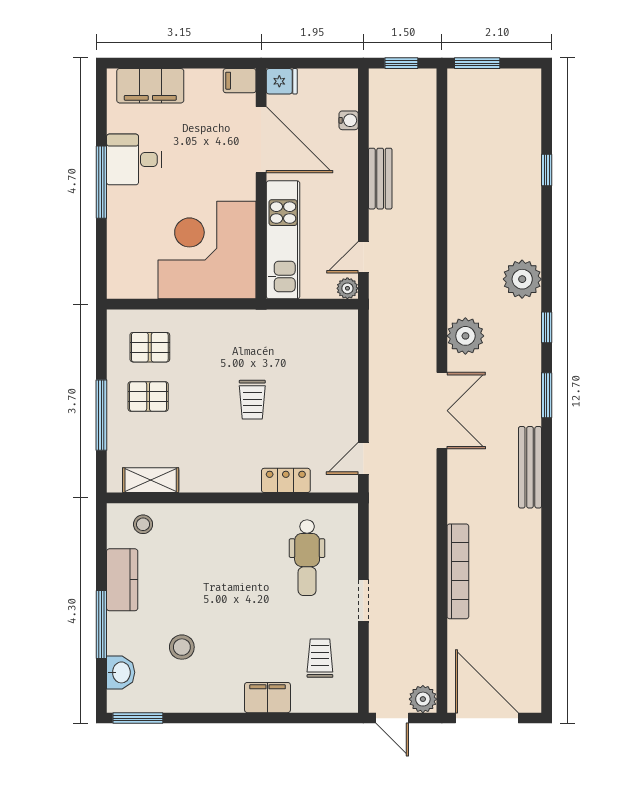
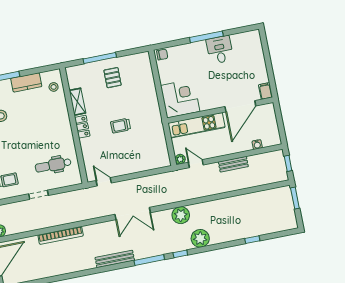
fridge: (282, 81) -> (269, 110), removed
filing cabinet: (150, 86) -> (255, 51), removed
corner desk: (207, 250) -> (180, 98), width x0.74, depth x0.74
chair: (120, 282) -> (162, 55), added
plant: (465, 336) -> (181, 215), moved
pallet: (150, 347) -> (135, 74), removed
window: (547, 395) -> (149, 260), width x1.44
shelving: (151, 480) -> (77, 102), moved
locker: (286, 480) -> (82, 127), moved

